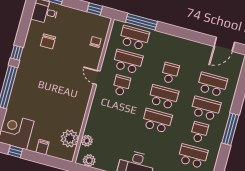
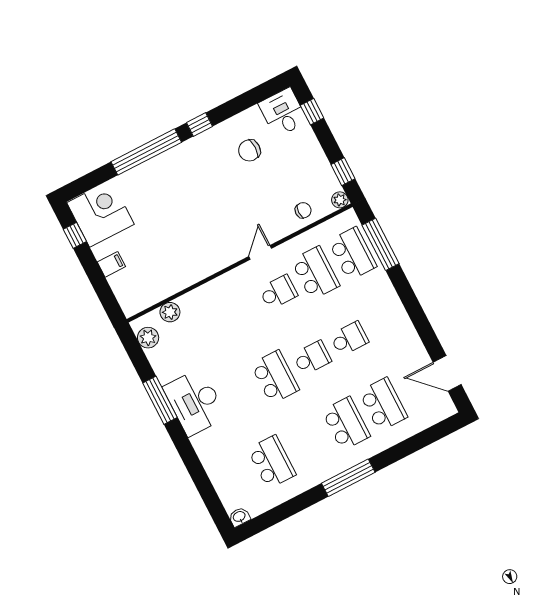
school desk: (164, 97) -> (312, 358), width x0.54
school desk: (199, 132) -> (309, 443), removed
plant: (70, 138) -> (340, 200), moved, width x0.53, depth x0.53

